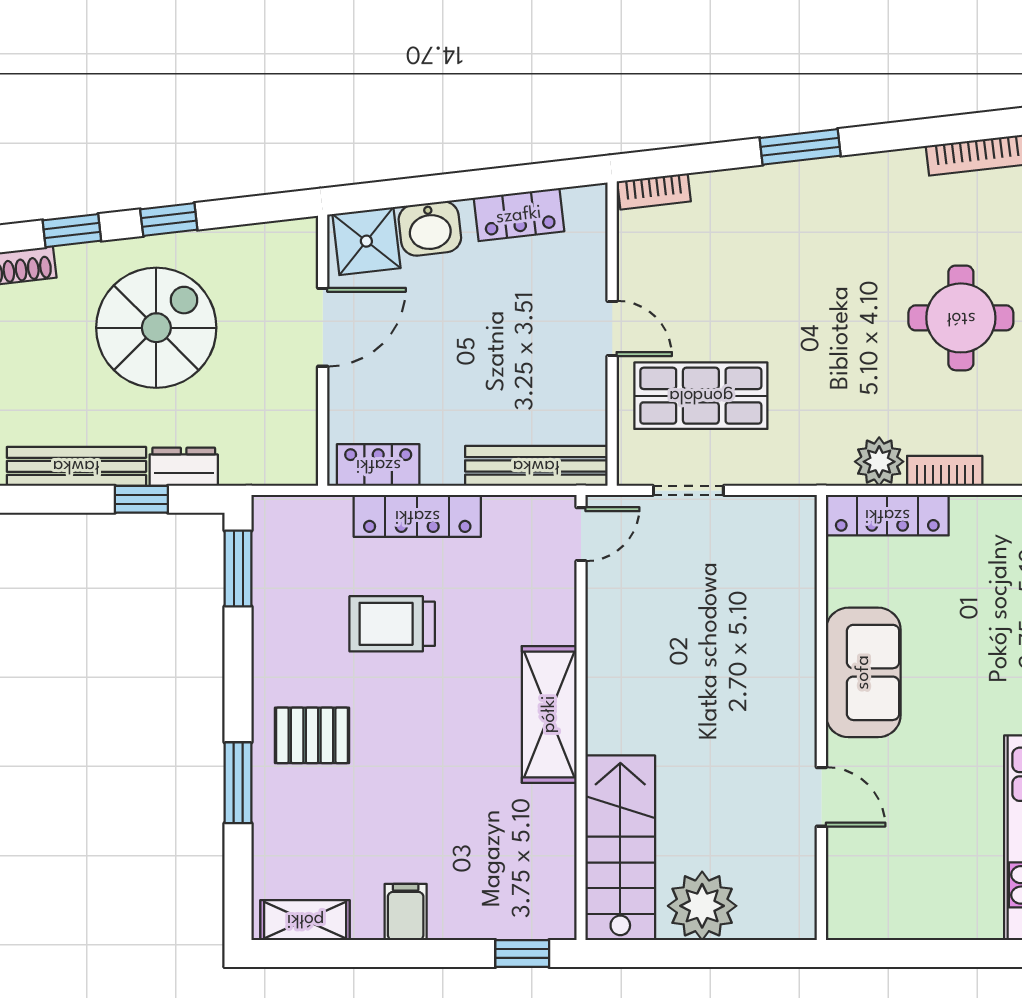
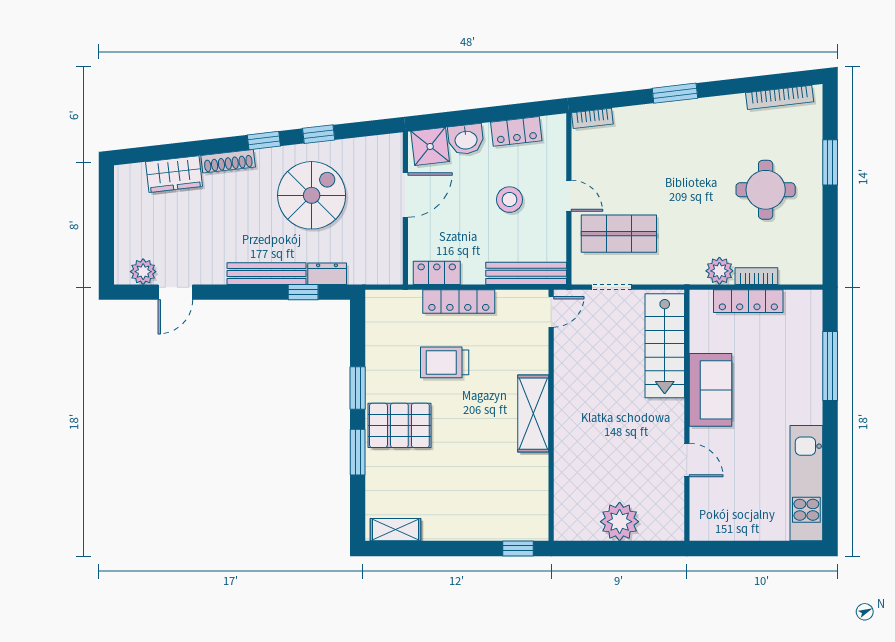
stool: (507, 335) -> (510, 200), added
locker: (887, 515) -> (748, 301), moved
window: (238, 569) -> (358, 388), moved
pallet: (312, 735) -> (399, 425), width x1.50, depth x1.42
stairs: (620, 848) -> (665, 346), moved, turned 180
filing cabinet: (406, 912) -> (452, 525), removed

